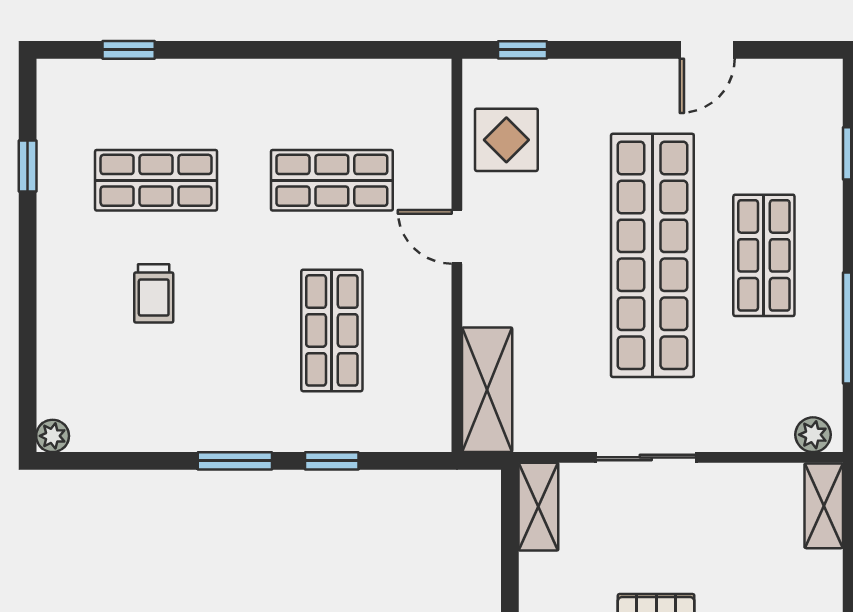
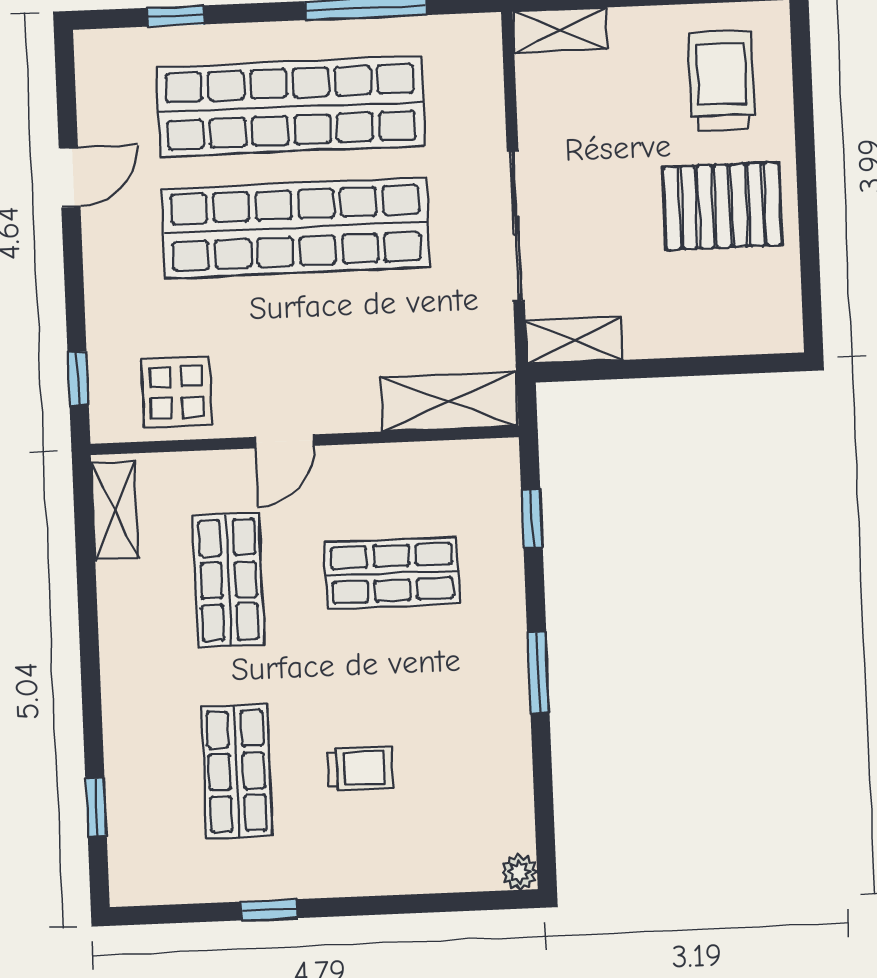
door: (707, 50) -> (70, 178), hinge flipped
shelving: (400, 79) -> (115, 511), added
window: (28, 166) -> (269, 910), moved
shop shelf: (764, 255) -> (291, 107), width x2.00, depth x1.36
plant: (813, 435) -> (483, 45), removed
sliding door: (646, 457) -> (516, 226), width x1.37
window: (332, 461) -> (532, 518), moved

